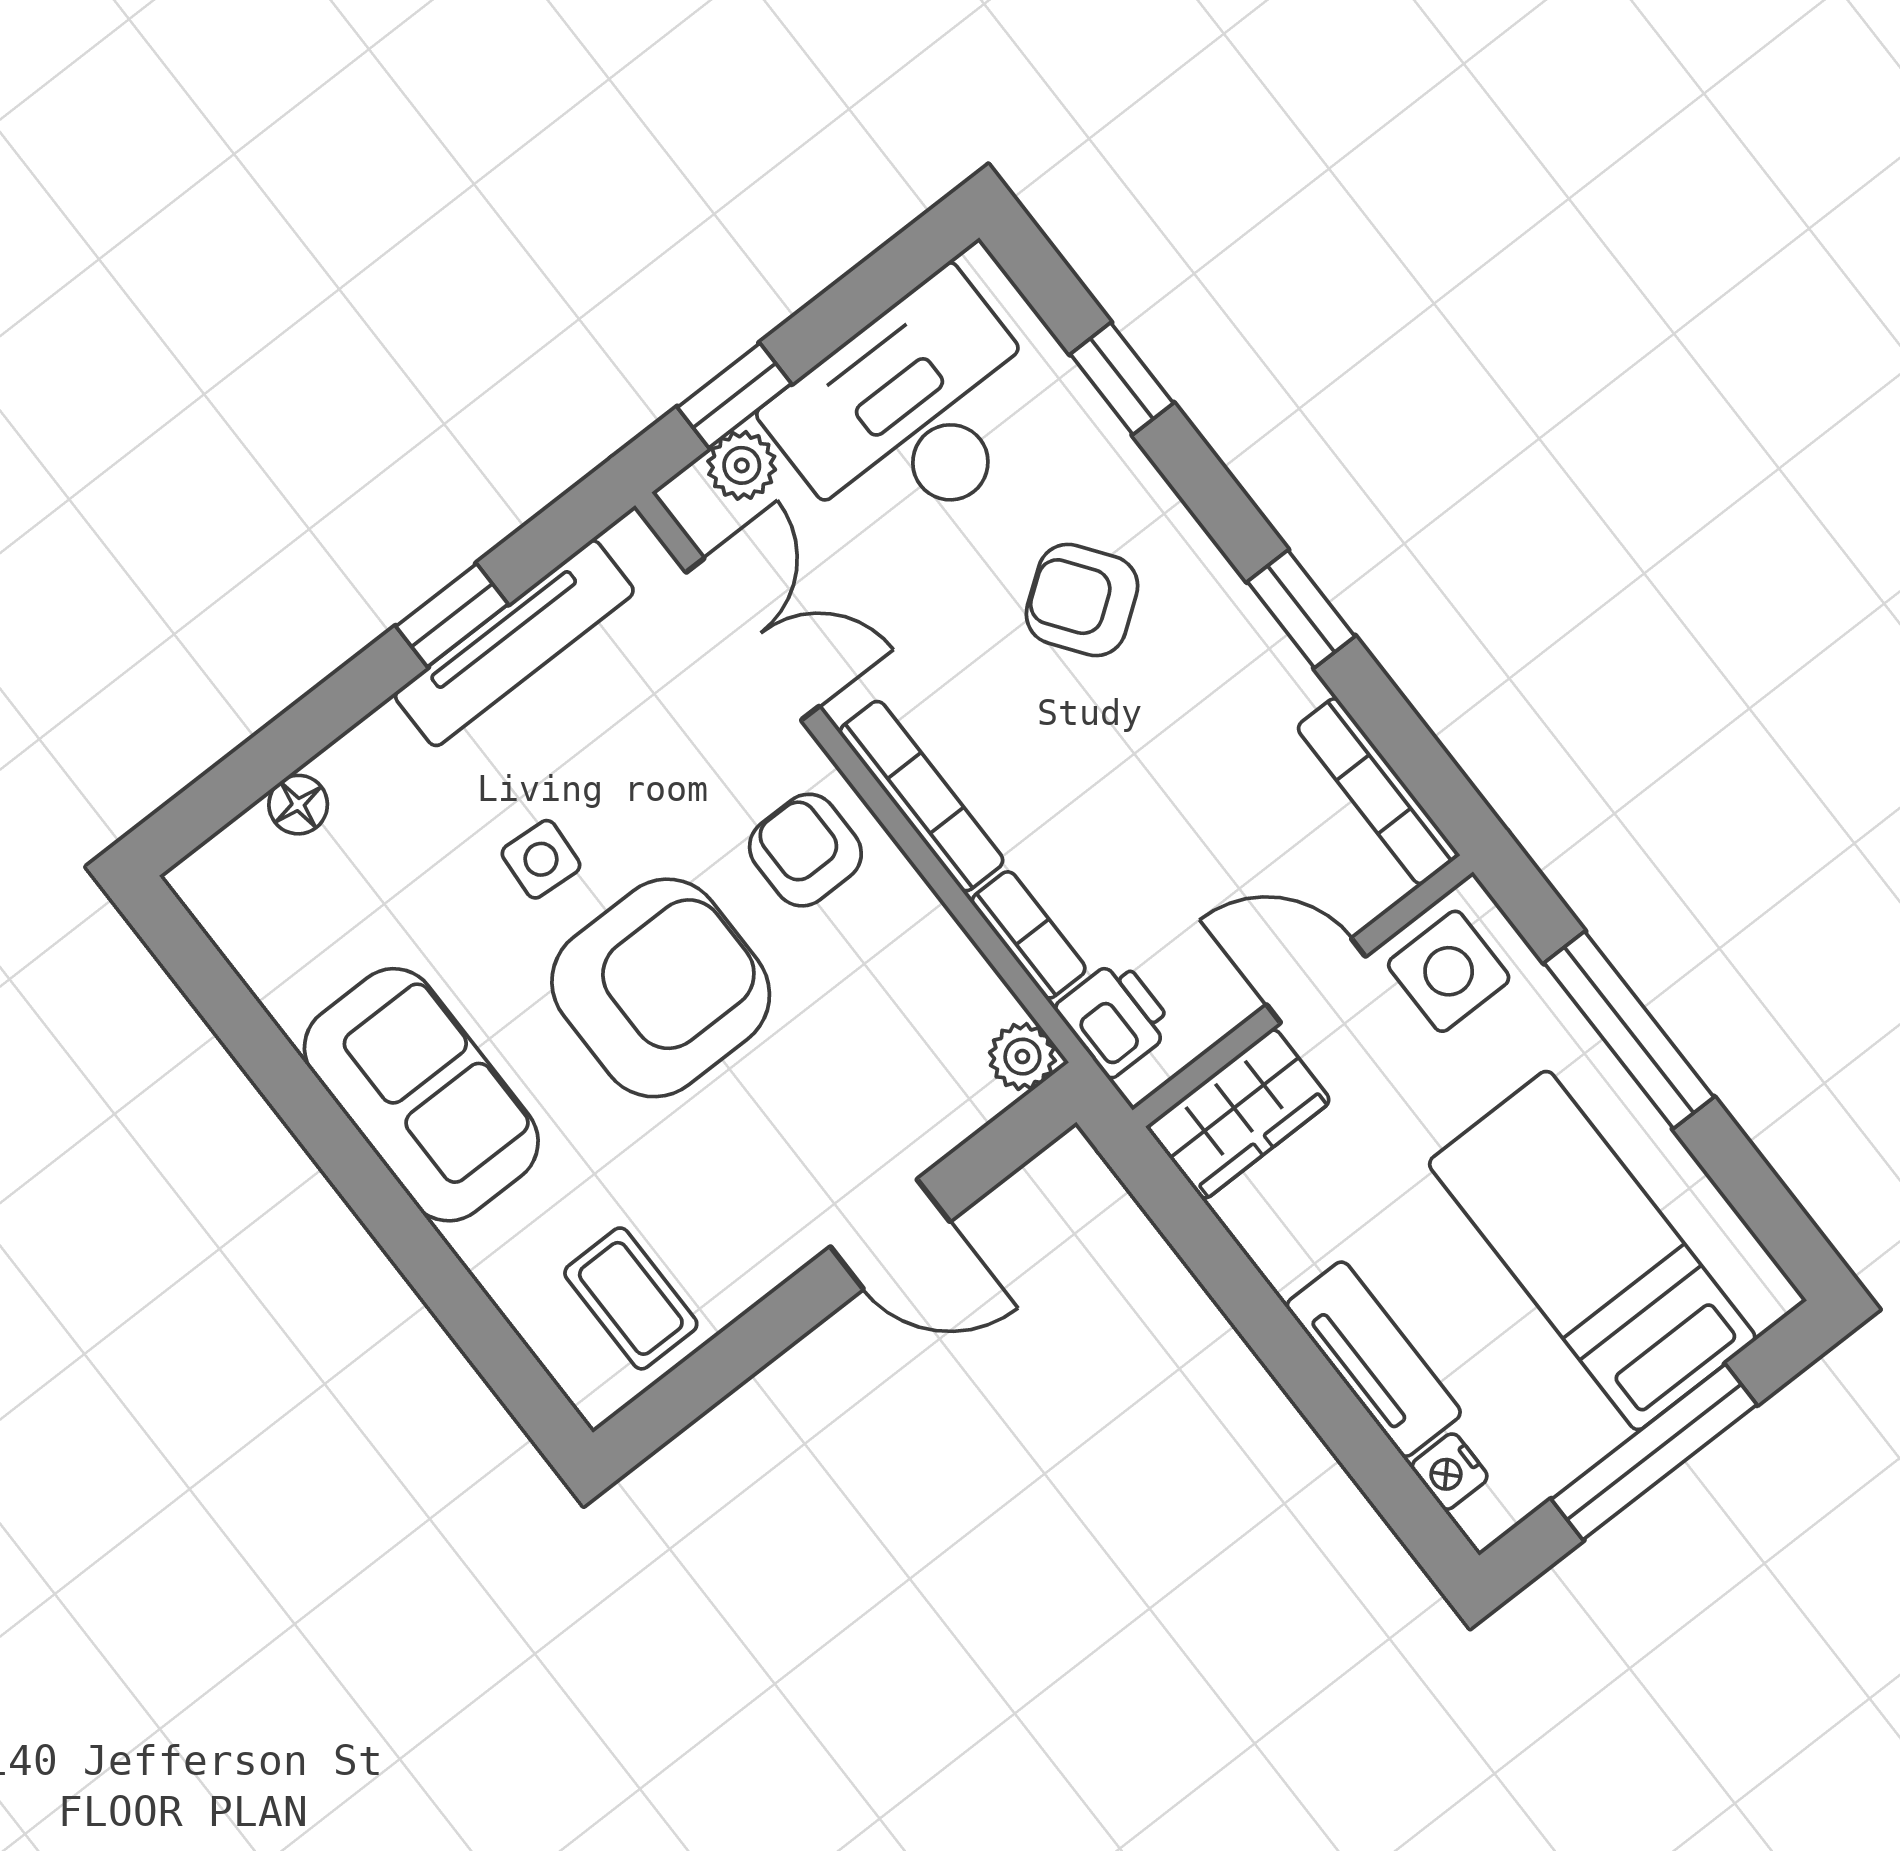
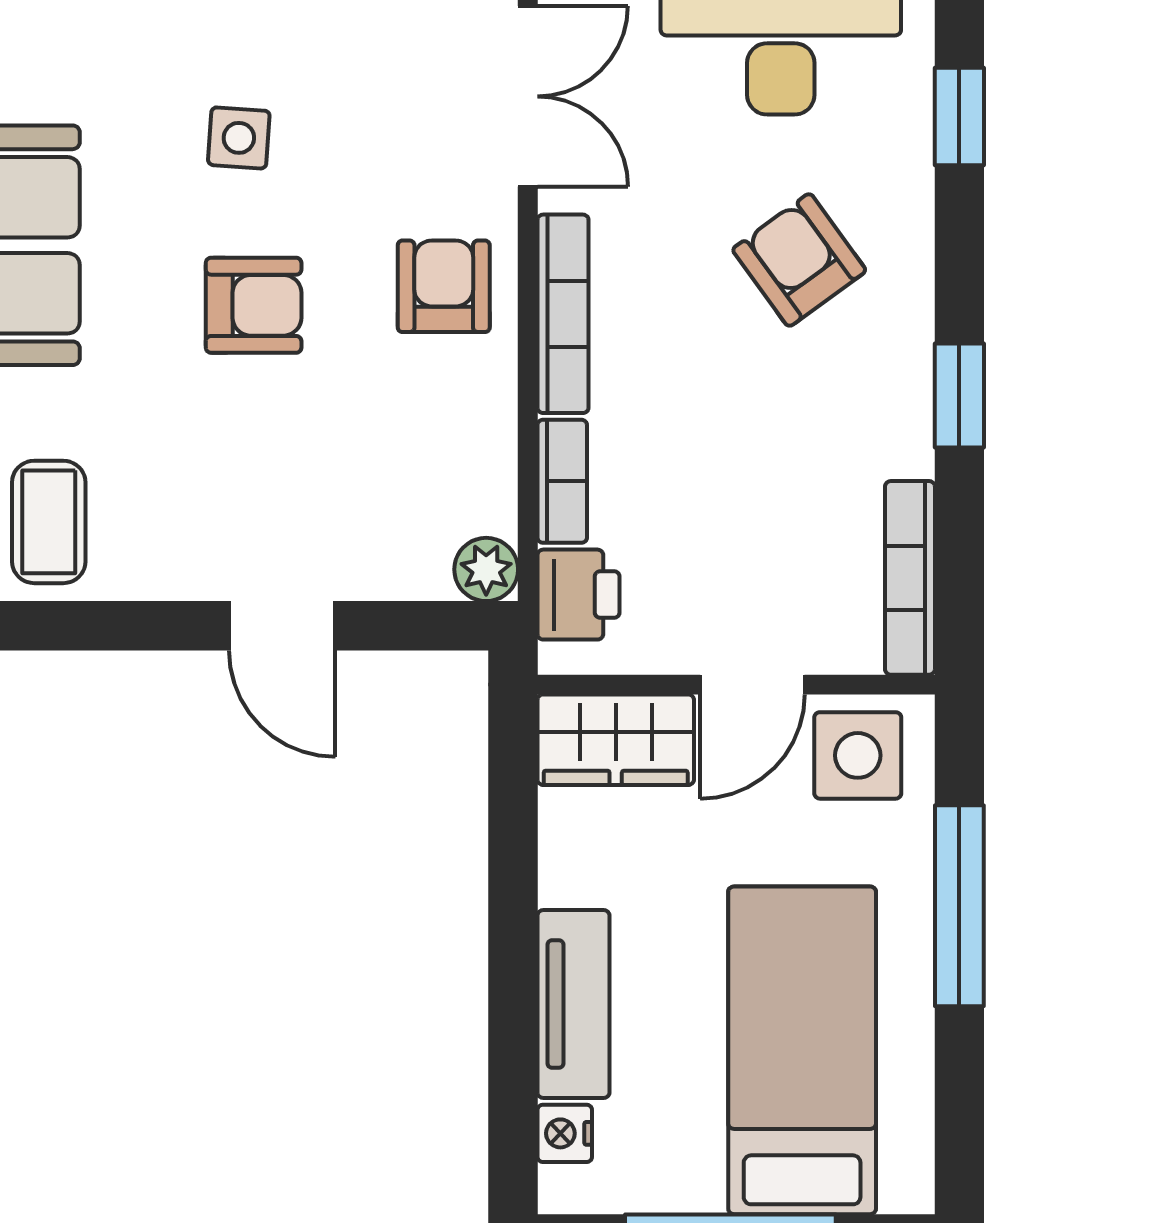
door: (1316, 981) -> (752, 685), swing flipped
armchair: (661, 988) -> (254, 305), width x0.53, depth x0.53

